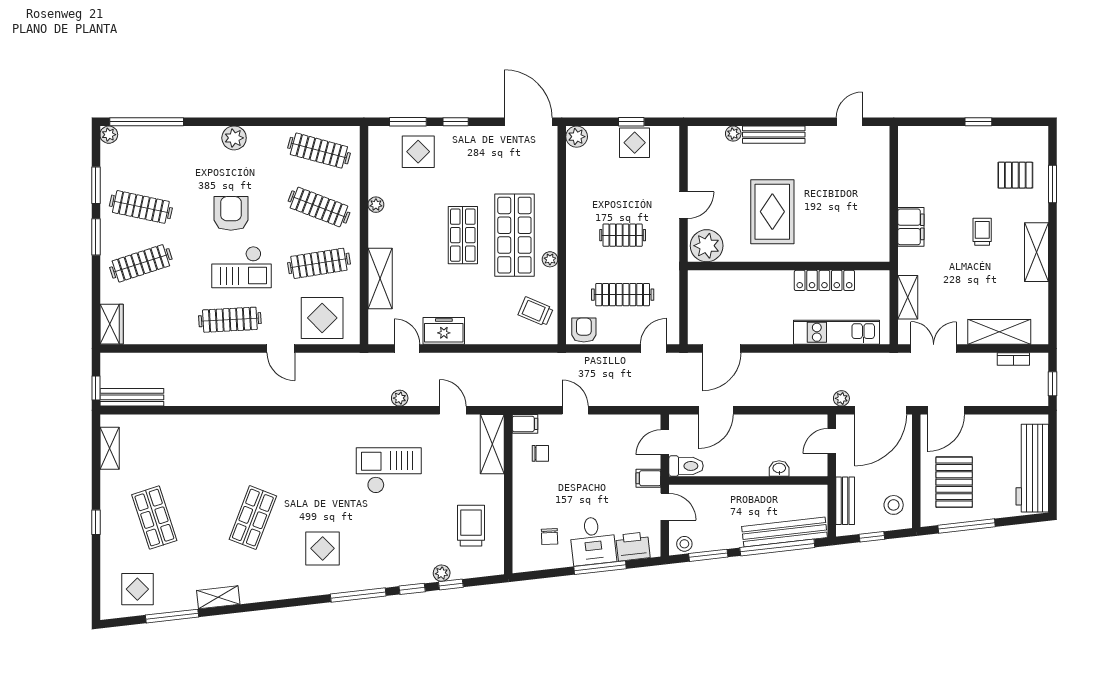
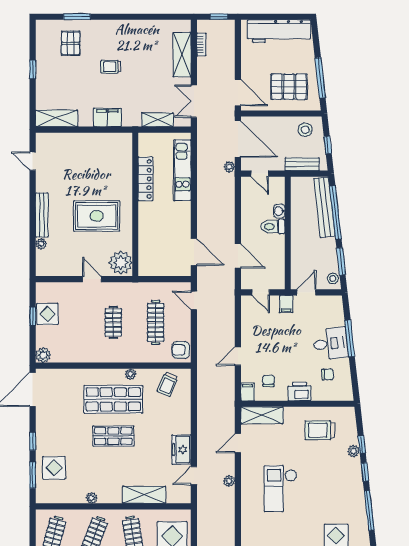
shelving: (1037, 252) -> (57, 118), moved
toilet: (686, 466) -> (273, 227), moved, turned -90
printer: (633, 546) -> (299, 391), moved, turned 96

